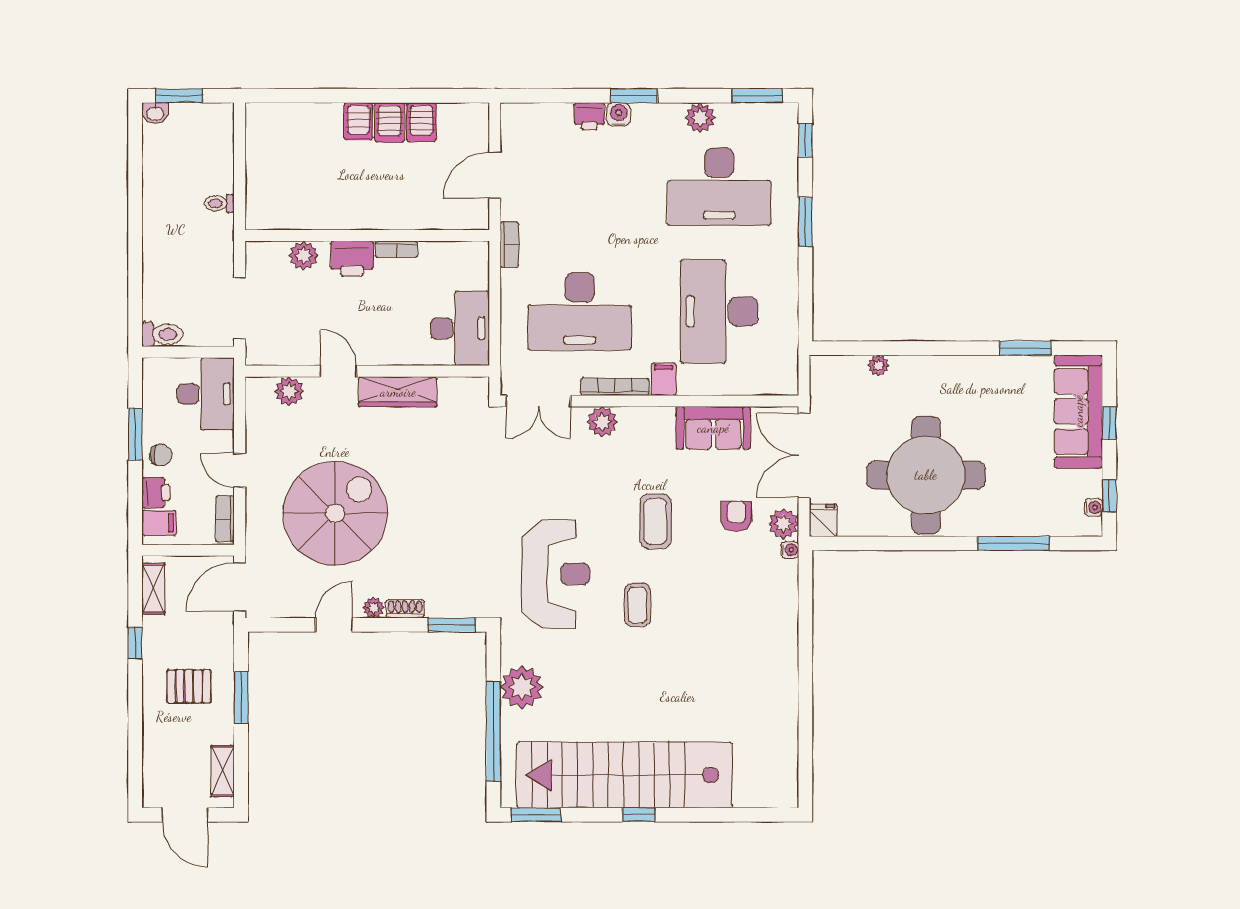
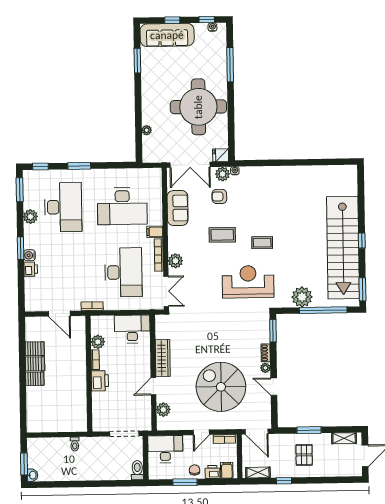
plant: (304, 255) -> (98, 342), moved

